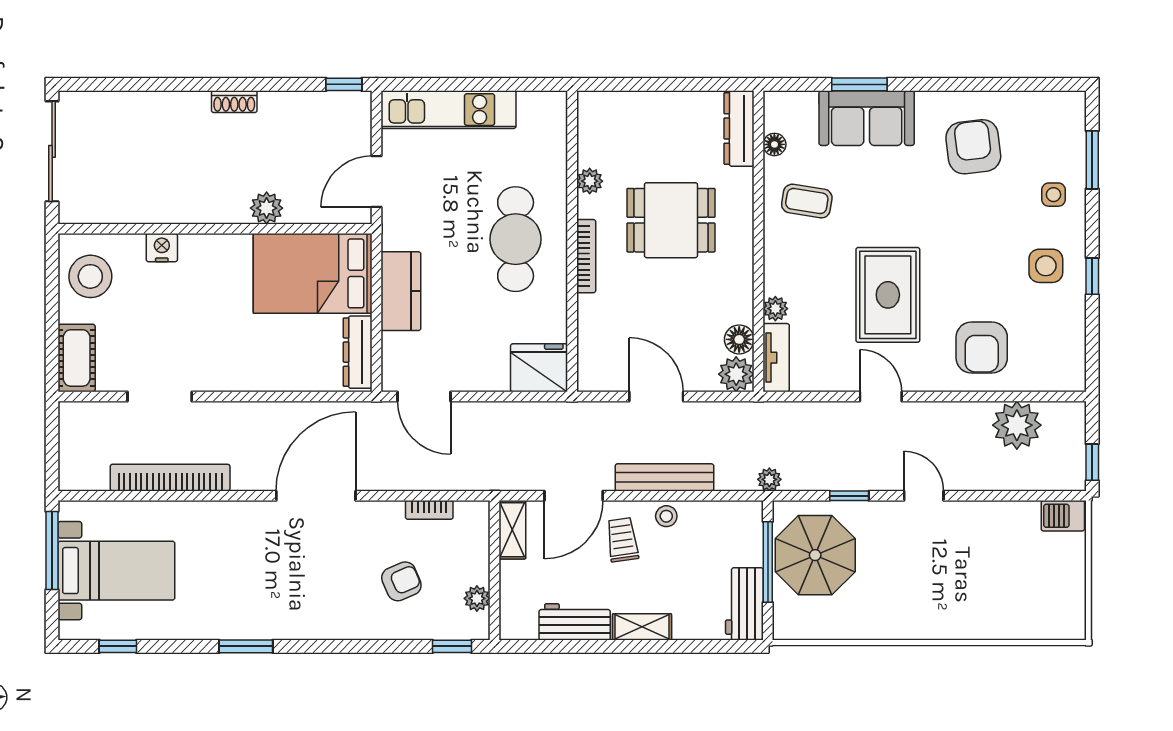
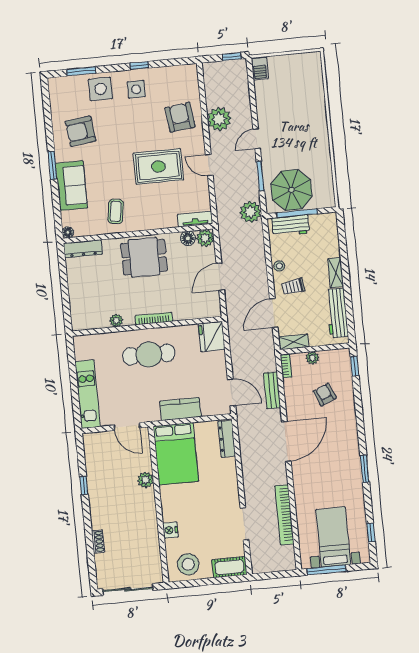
window: (344, 84) -> (84, 486), moved
window: (859, 84) -> (53, 165), moved
shoe rack: (234, 102) -> (98, 542), moved
floor lamp: (774, 144) -> (68, 232), moved
side table: (1053, 195) -> (100, 89), width x1.87, depth x1.87
dining table: (671, 220) -> (144, 257), moved, turned 90
plant: (775, 309) -> (171, 222), removed
armchair: (982, 348) -> (180, 117), turned -97
dresser: (358, 352) -> (227, 439), moved, turned 90
door: (424, 396) -> (232, 392), hinge flipped
door: (881, 396) -> (209, 165), hinge flipped
plant: (1017, 425) -> (219, 119), moved
bench: (664, 477) -> (272, 390), moved, width x0.73
plant: (769, 479) -> (250, 212), width x1.87, depth x1.87
door: (316, 496) -> (286, 441), swing flipped
door: (574, 496) -> (274, 313), swing flipped
window: (849, 496) -> (260, 176), width x1.50
bookcase: (429, 510) -> (286, 366), moved
plant: (477, 598) -> (312, 358), moved
workbench: (744, 604) -> (291, 226), moved
workbench: (575, 622) -> (337, 313), width x1.38

